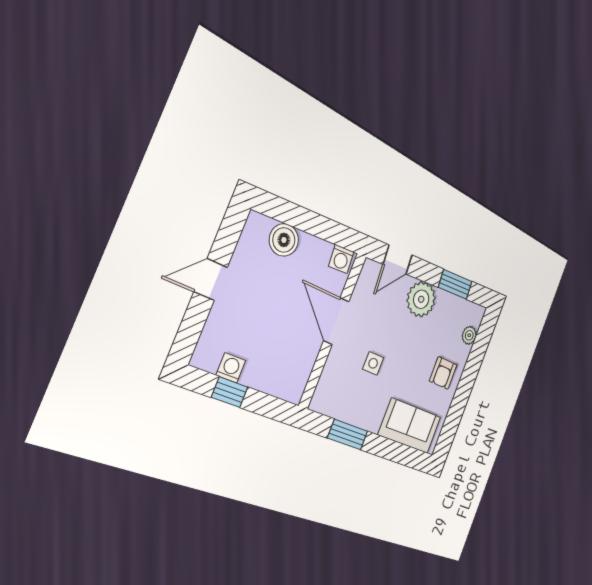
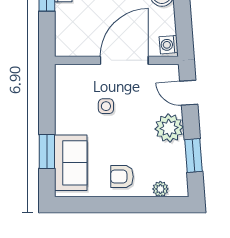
door: (336, 321) -> (124, 60), width x1.36
window: (348, 435) -> (47, 151), moved

